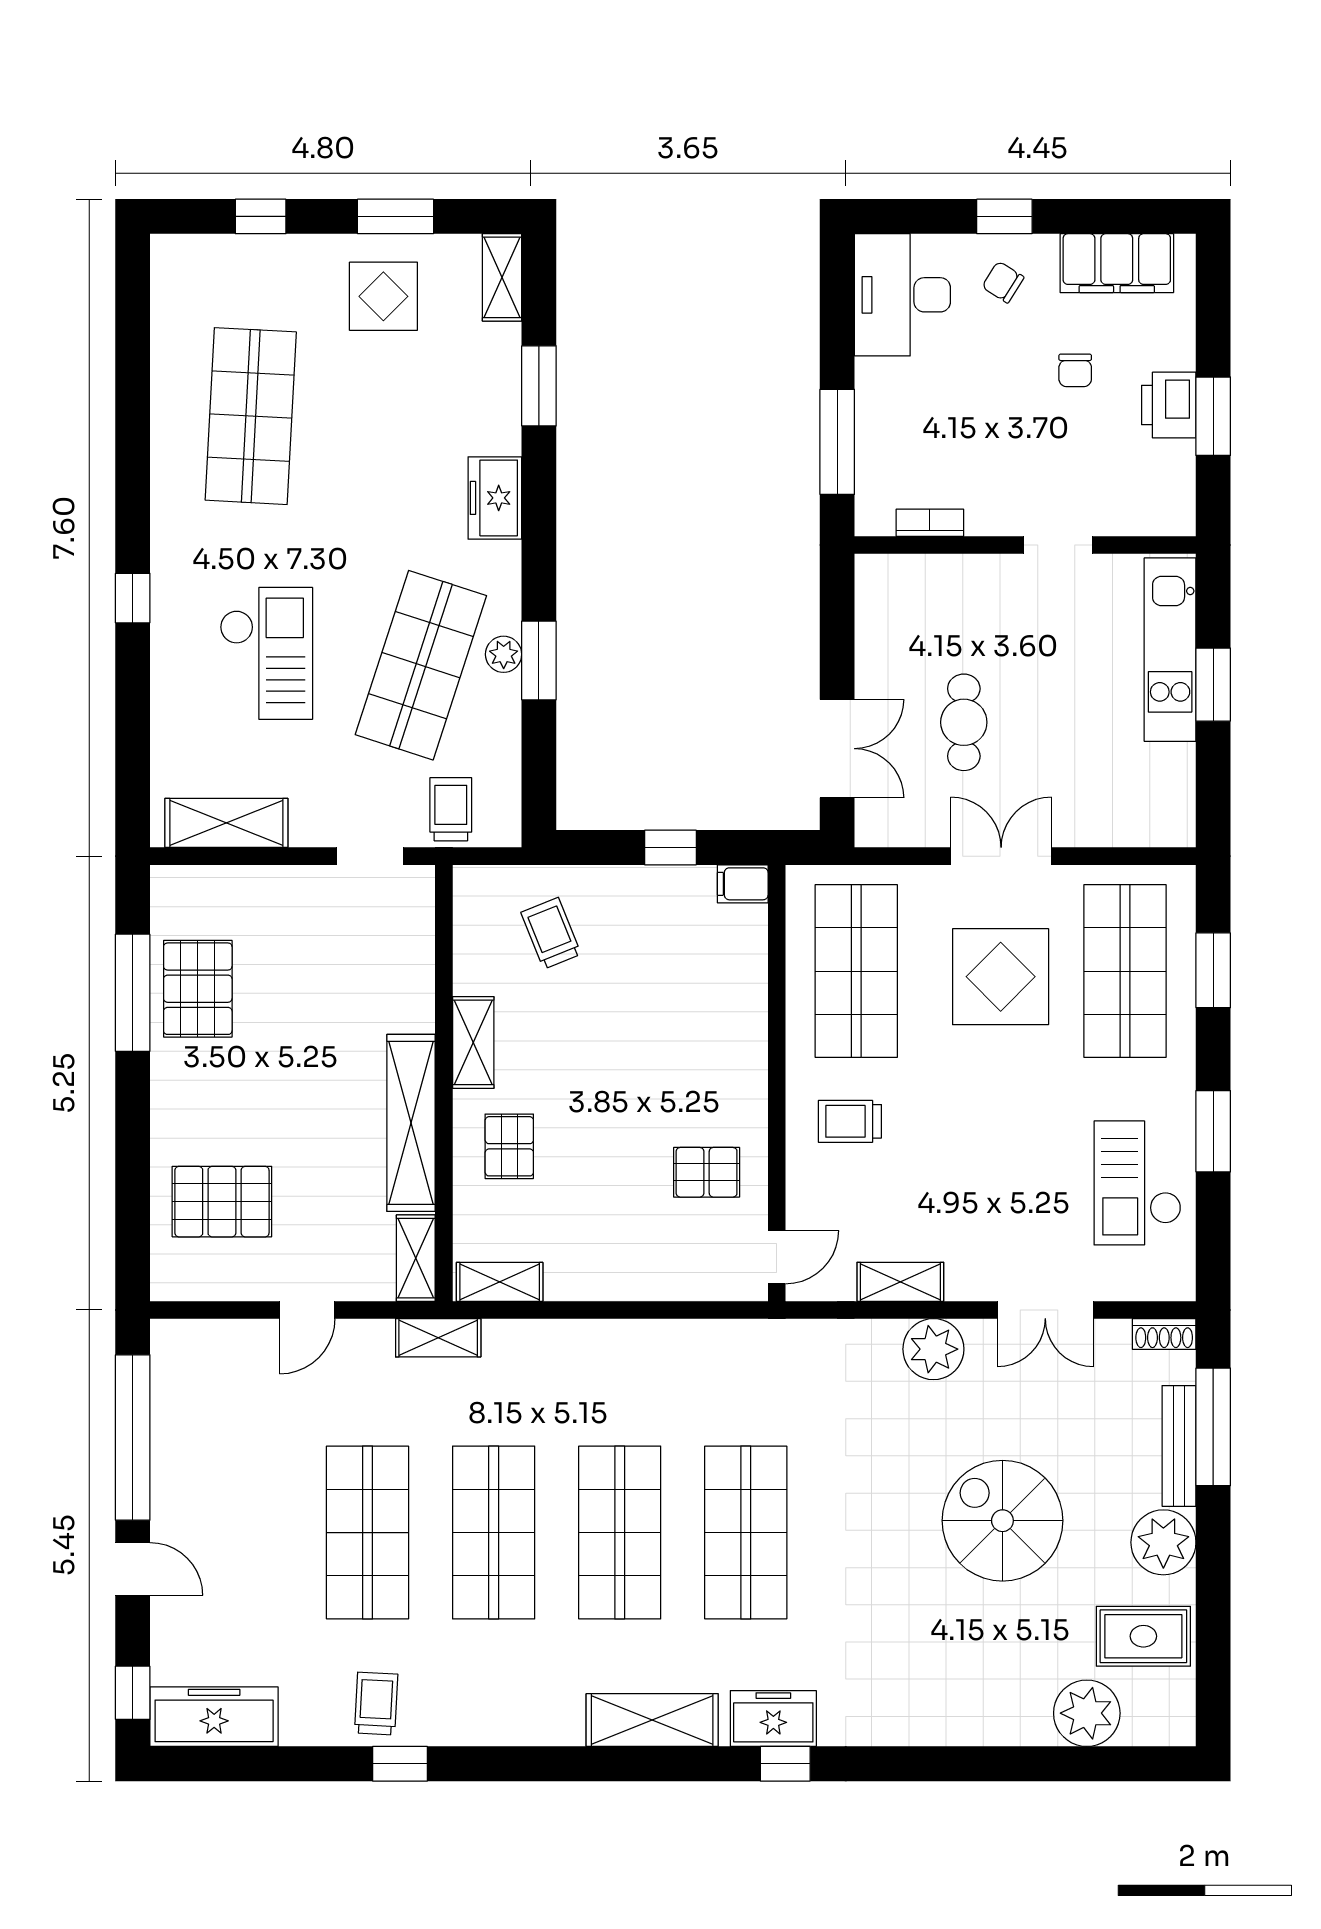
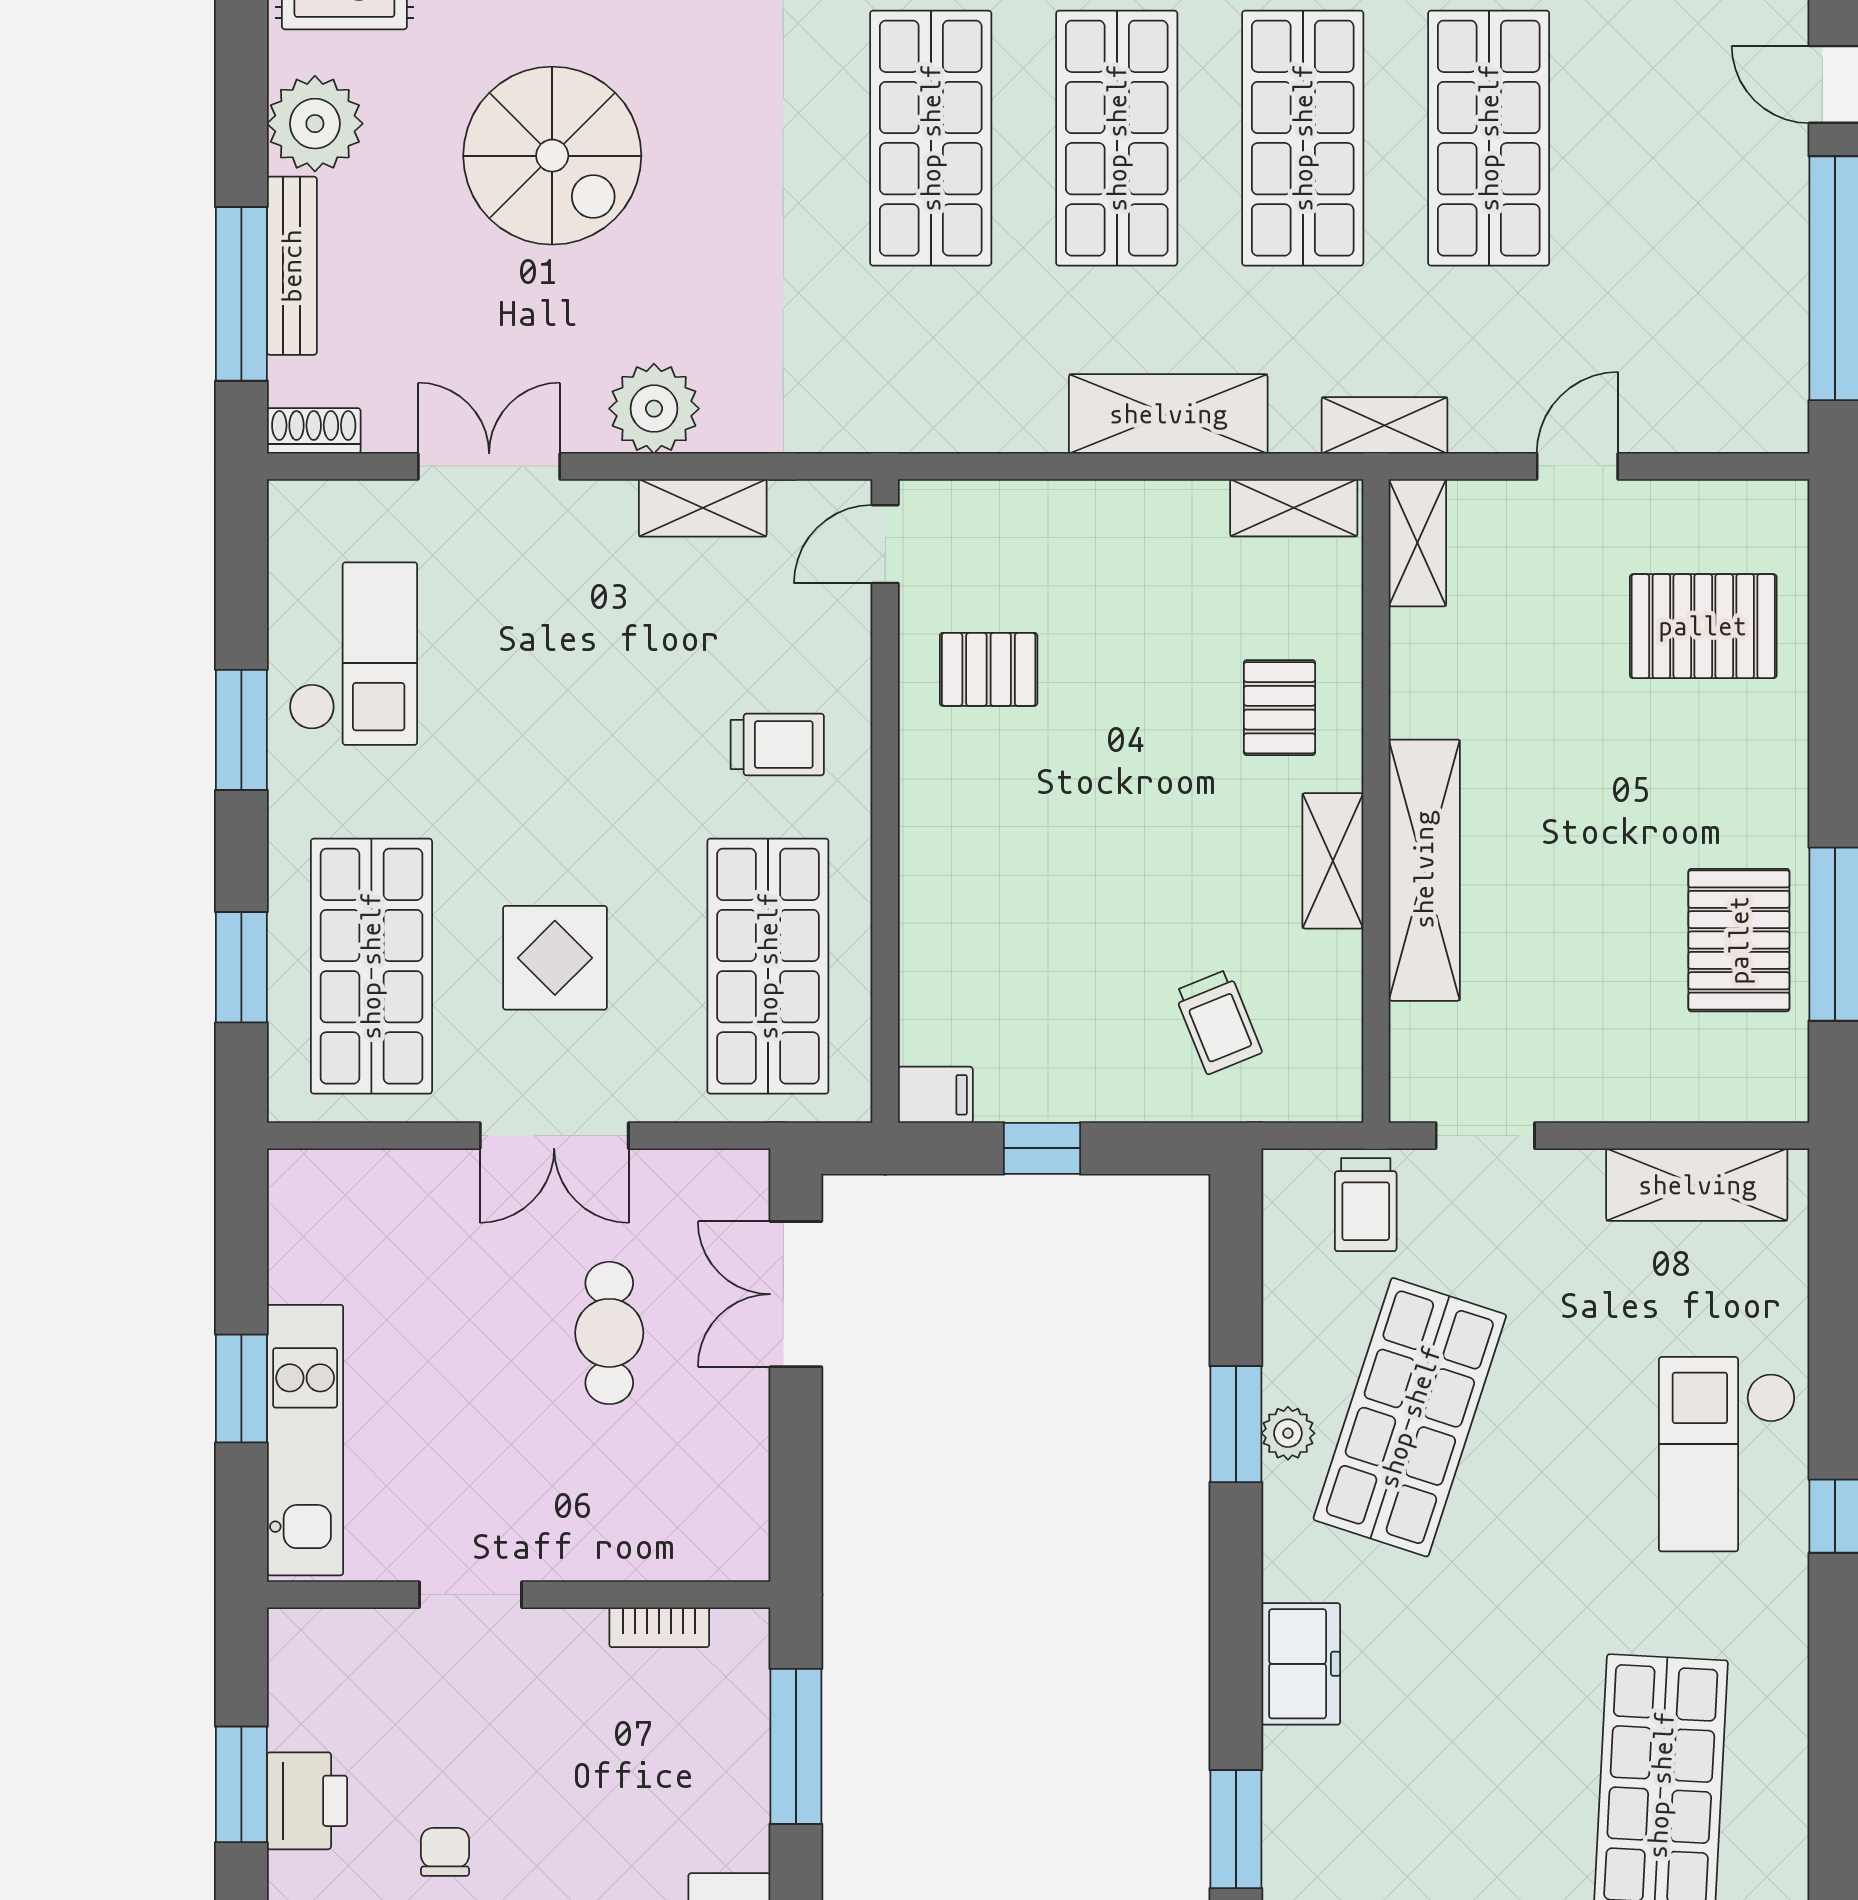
checkout: (266, 653) -> (1727, 1454), moved
display table: (1001, 977) -> (555, 958), width x0.73, depth x0.73
shelving: (411, 1123) -> (1424, 870), moved
shelving: (585, 1346) -> (1168, 414), added

